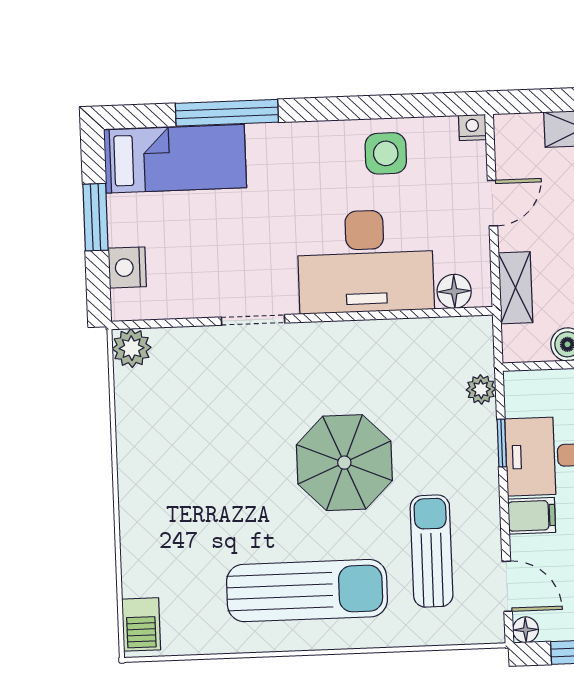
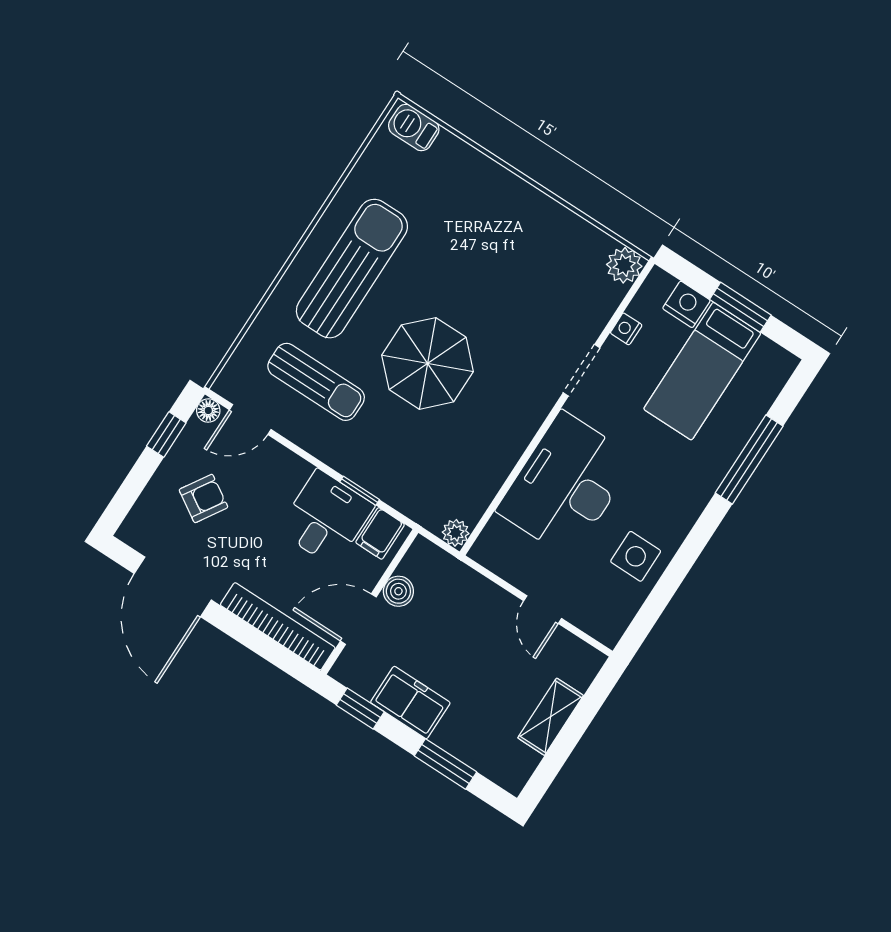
nightstand: (472, 127) -> (626, 329), moved, turned 180
bed: (175, 159) -> (702, 371), moved
shelving: (516, 288) -> (468, 582), removed
floor lamp: (454, 291) -> (497, 535), removed
plant: (481, 389) -> (456, 533), moved
filing cabinet: (532, 516) -> (380, 533), moved
sun lounger: (307, 591) -> (352, 269), turned 180

